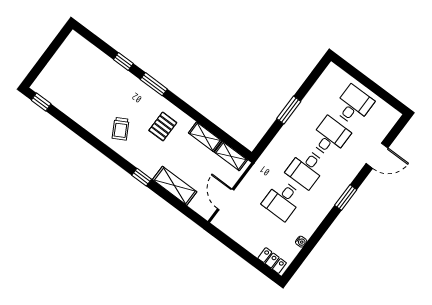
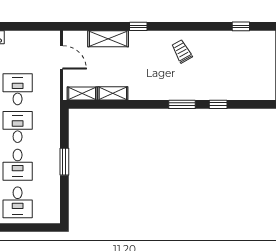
window: (41, 102) -> (241, 26), moved
pallet: (163, 126) -> (151, 77), removed

